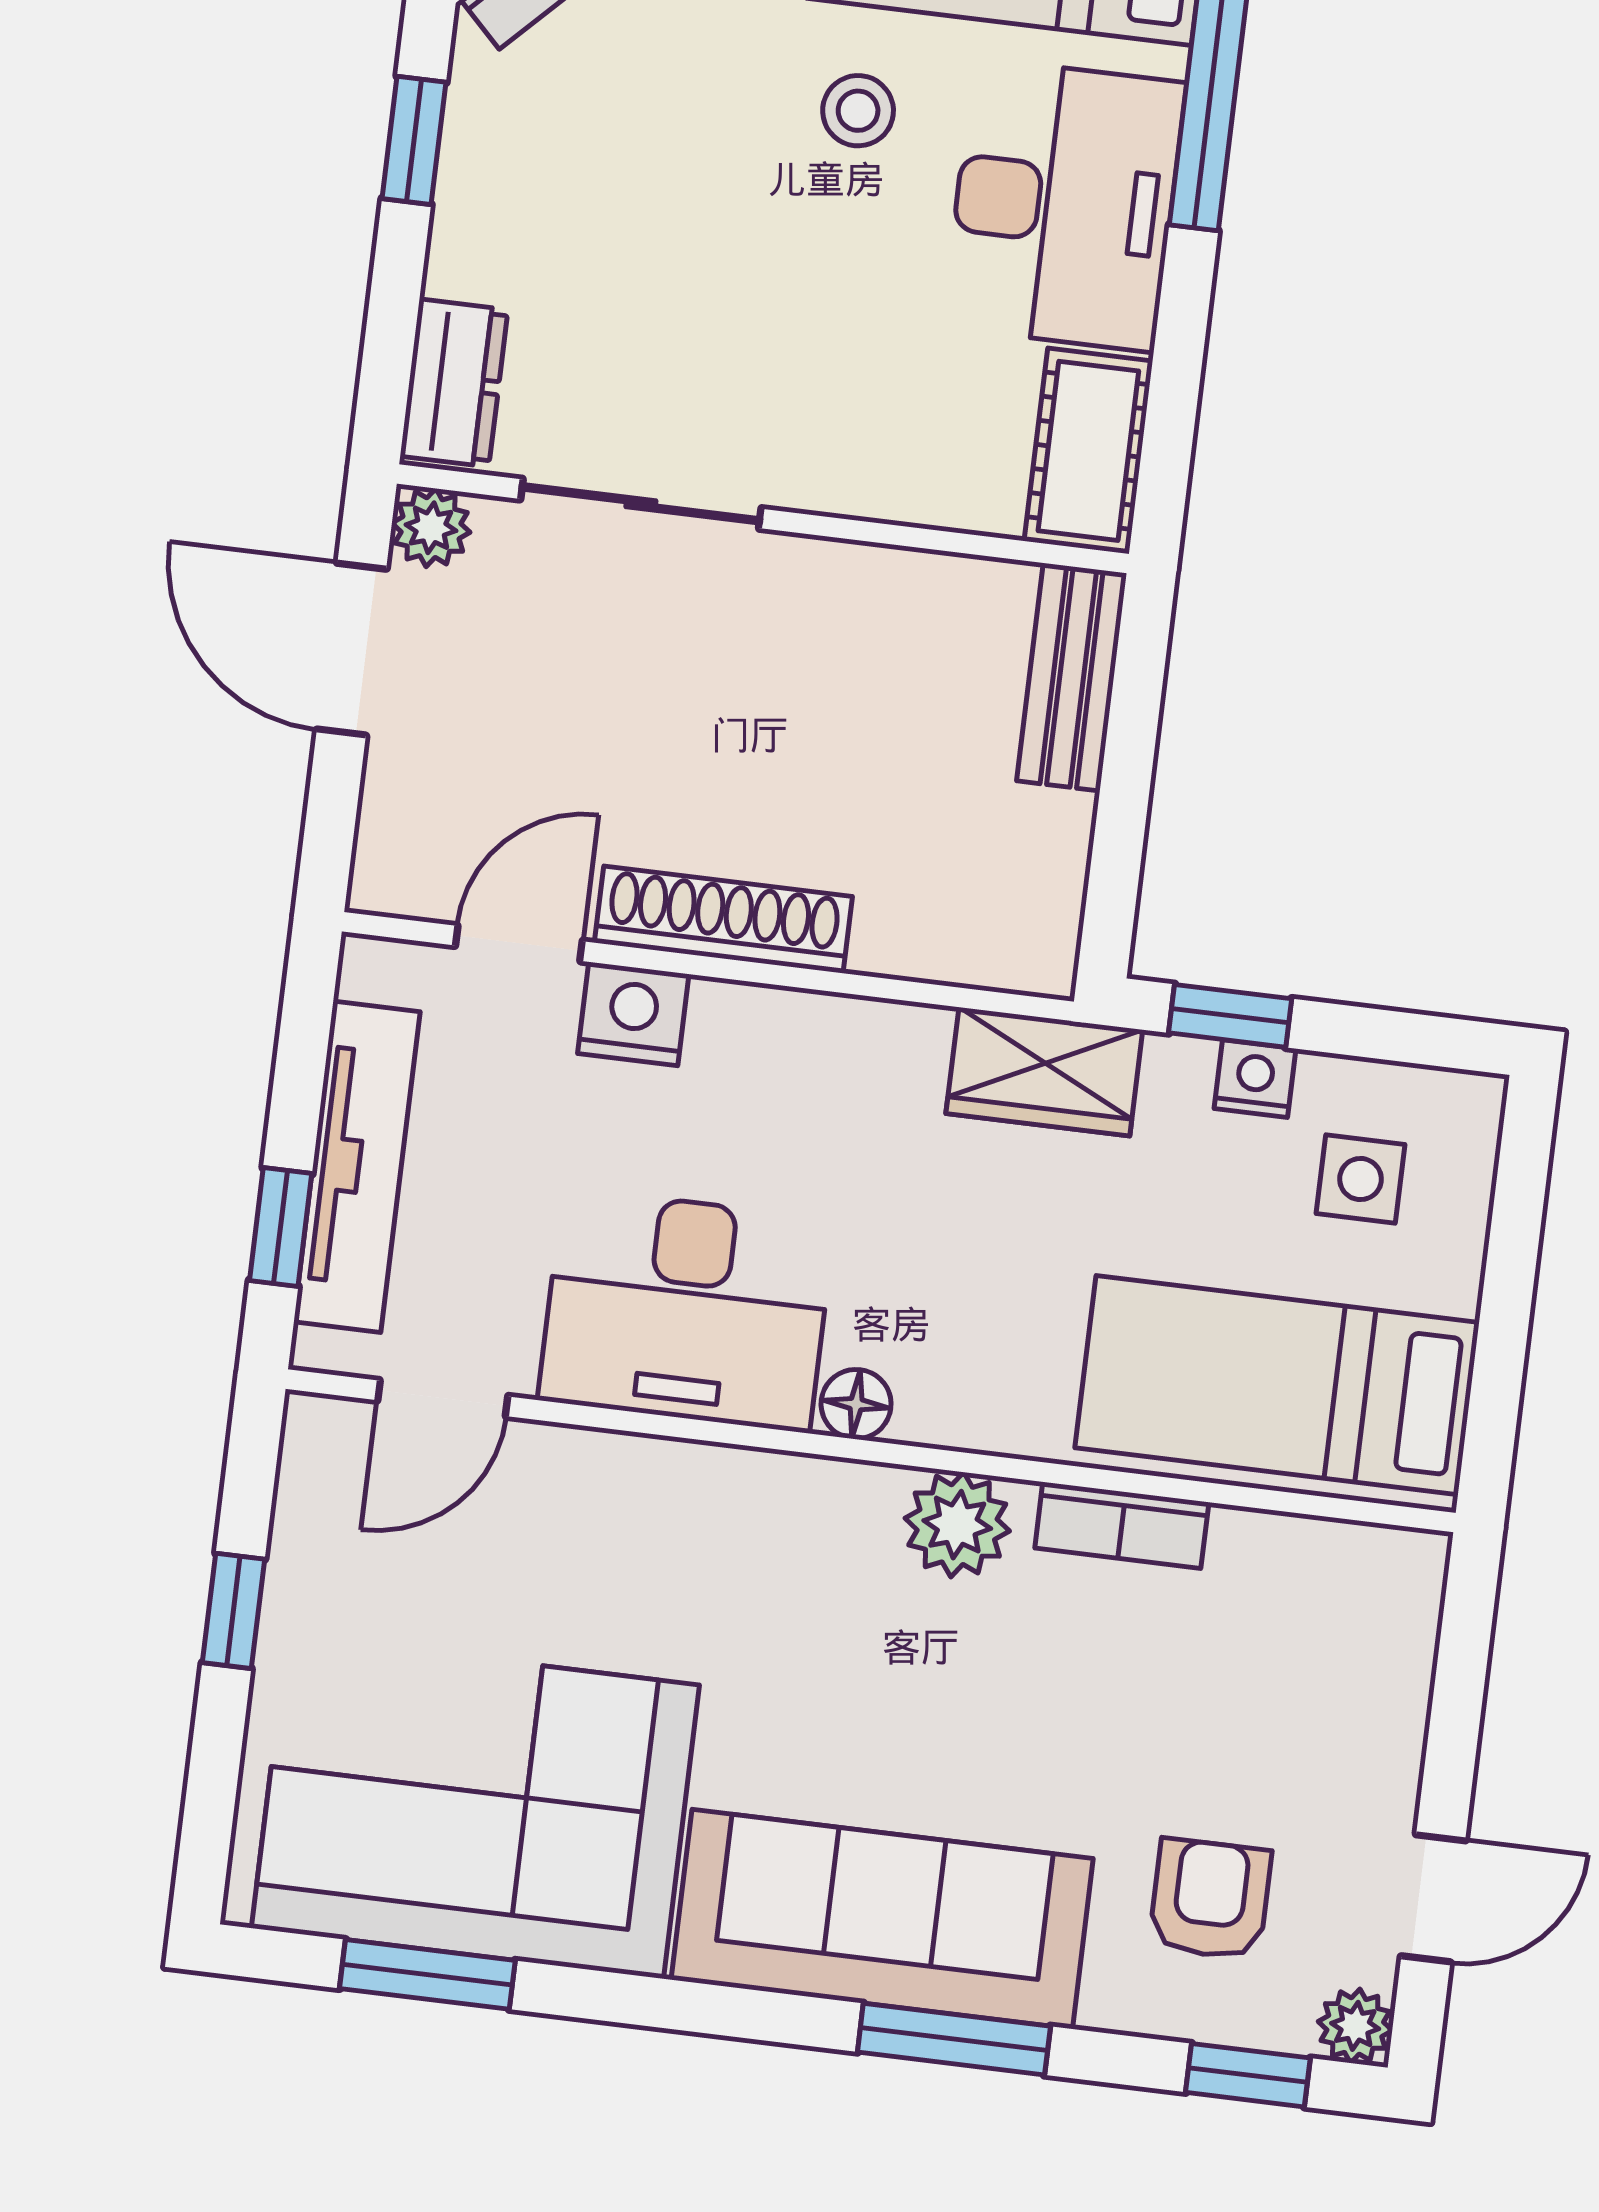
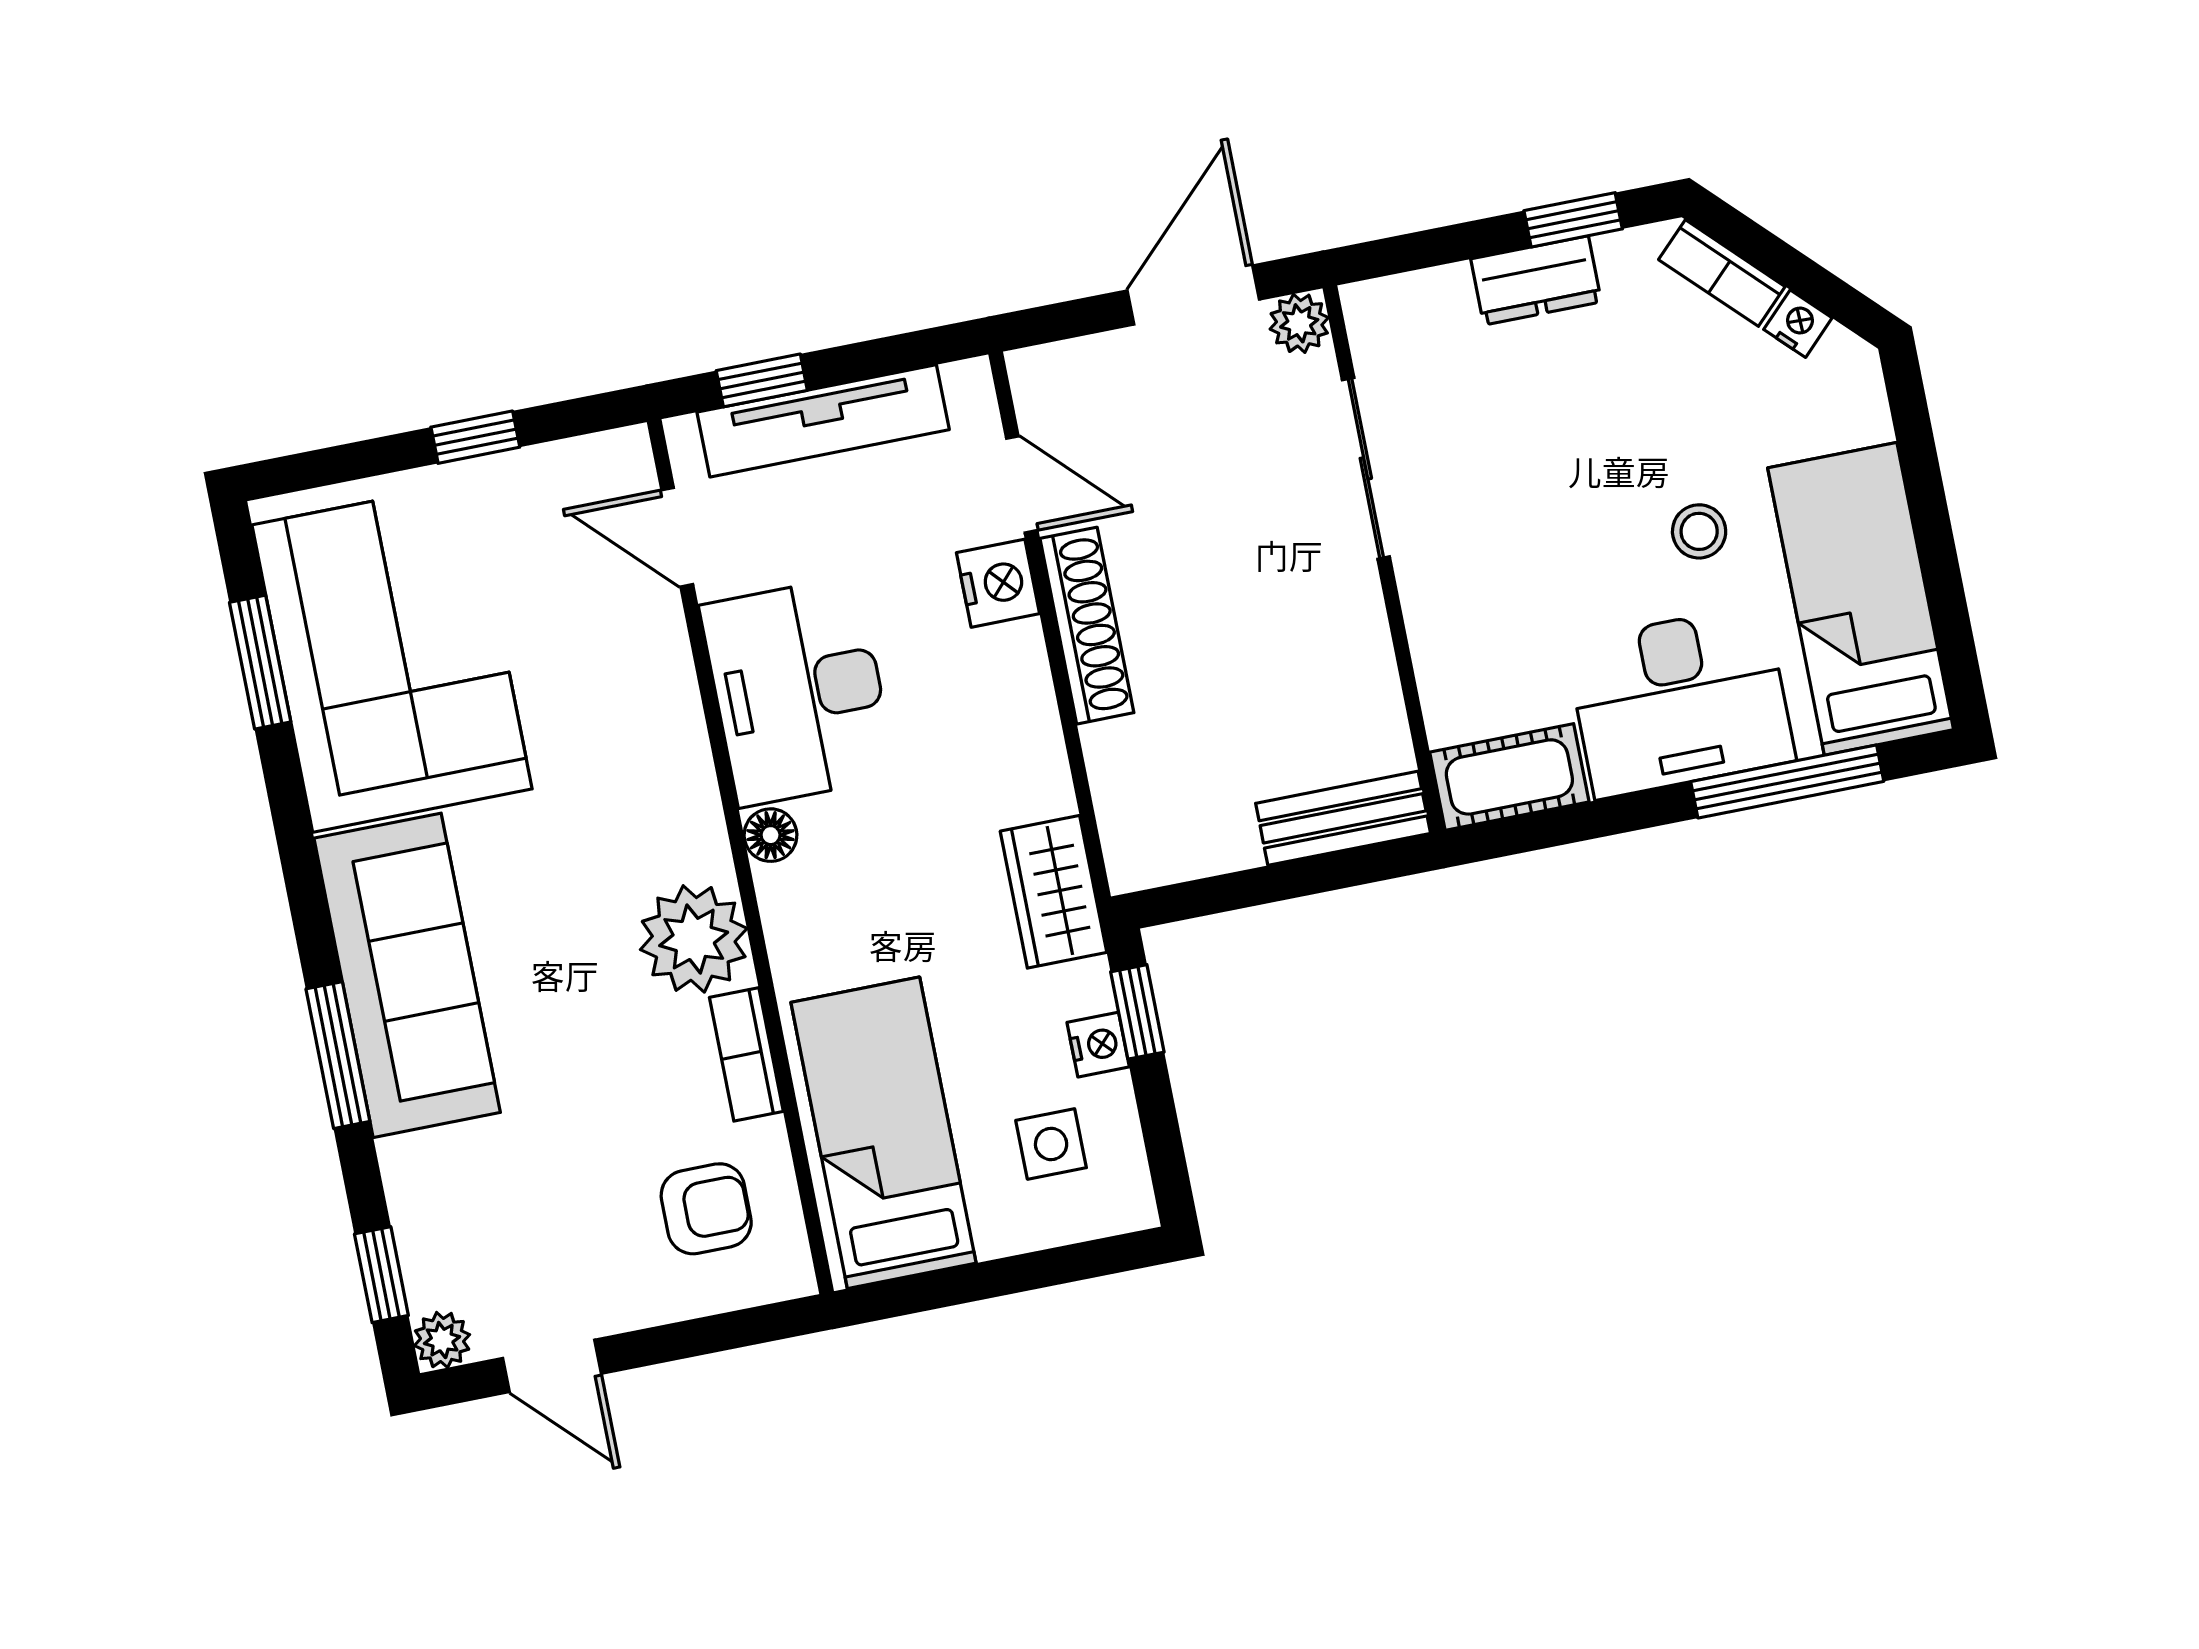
dresser: (454, 383) -> (1536, 280), moved
plant: (957, 1525) -> (694, 939), width x1.36, depth x1.36
armchair: (1210, 1899) -> (706, 1209), moved

